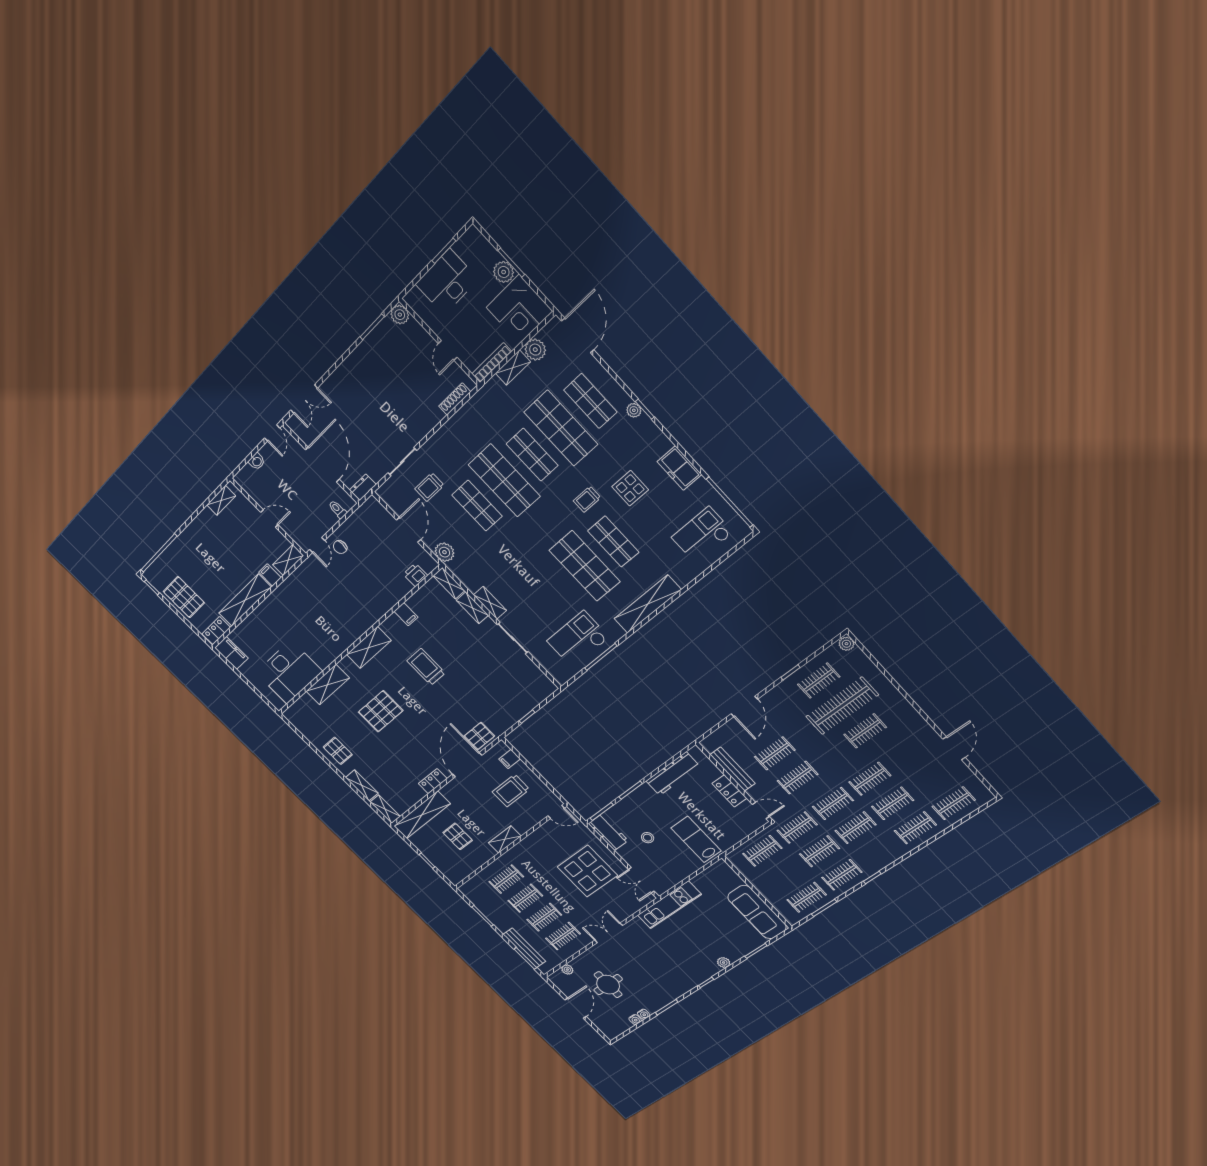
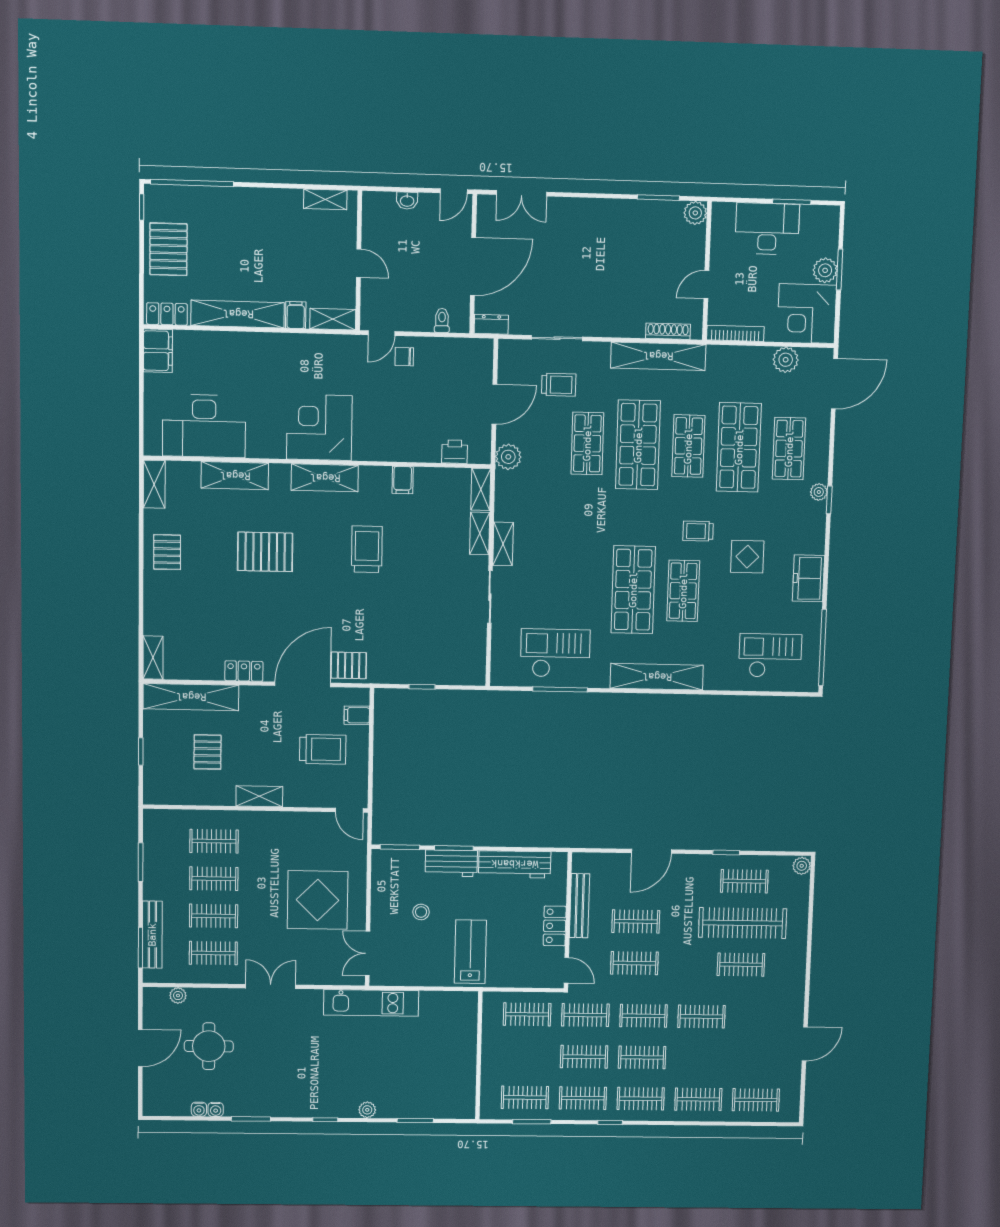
shelving: (513, 368) -> (658, 356), moved, width x2.20, depth x1.33
trolley: (429, 487) -> (559, 385), turned 180
corner desk: (340, 623) -> (319, 427), added
shelving: (362, 785) -> (154, 484), moved
trolley: (511, 791) -> (323, 749), turned 180
clothes rail: (893, 803) -> (641, 1099), moved
workbench: (608, 832) -> (451, 863), moved, turned 90
sofa: (757, 912) -> (458, 1078), removed

